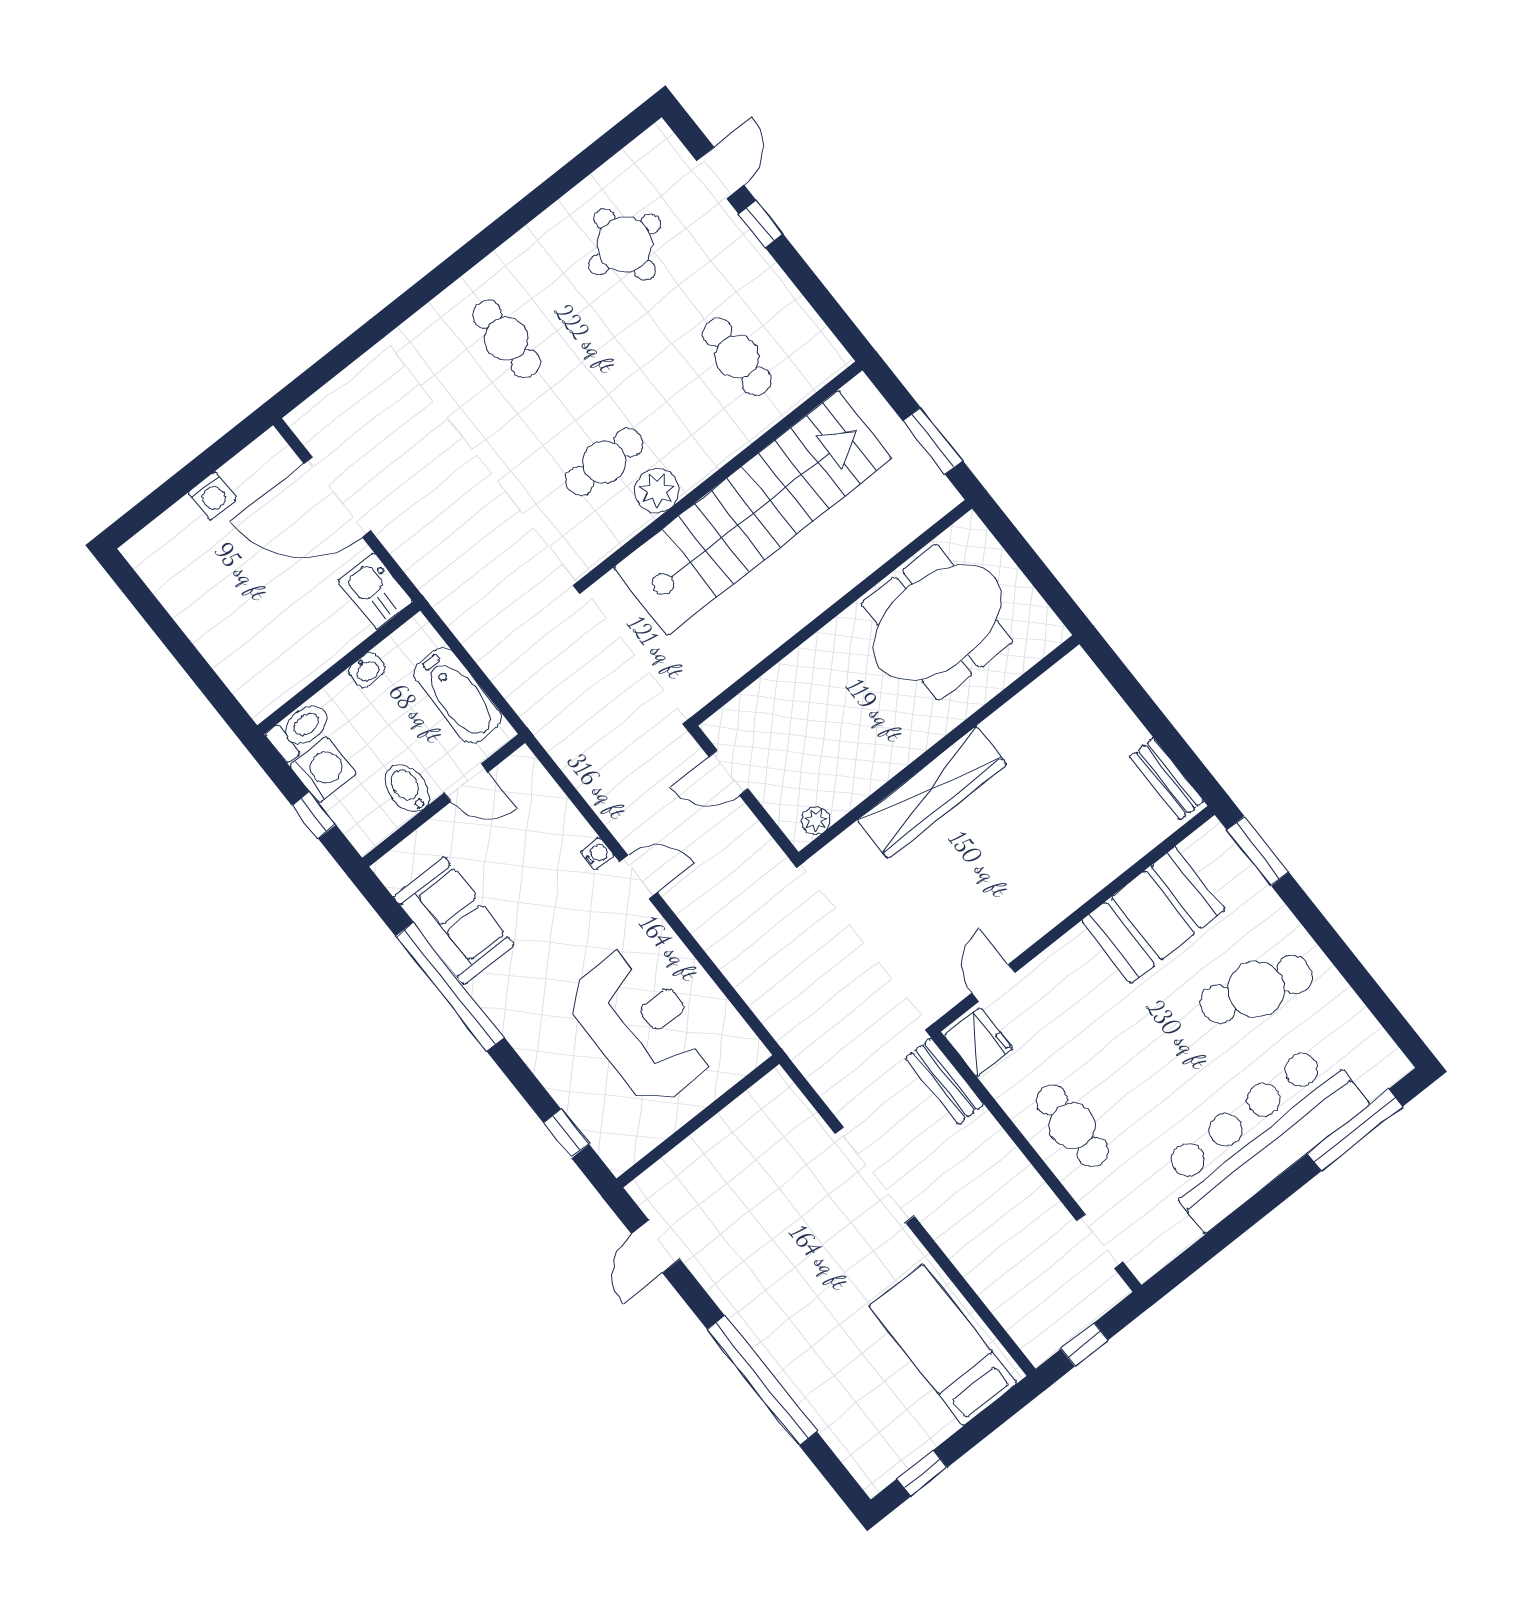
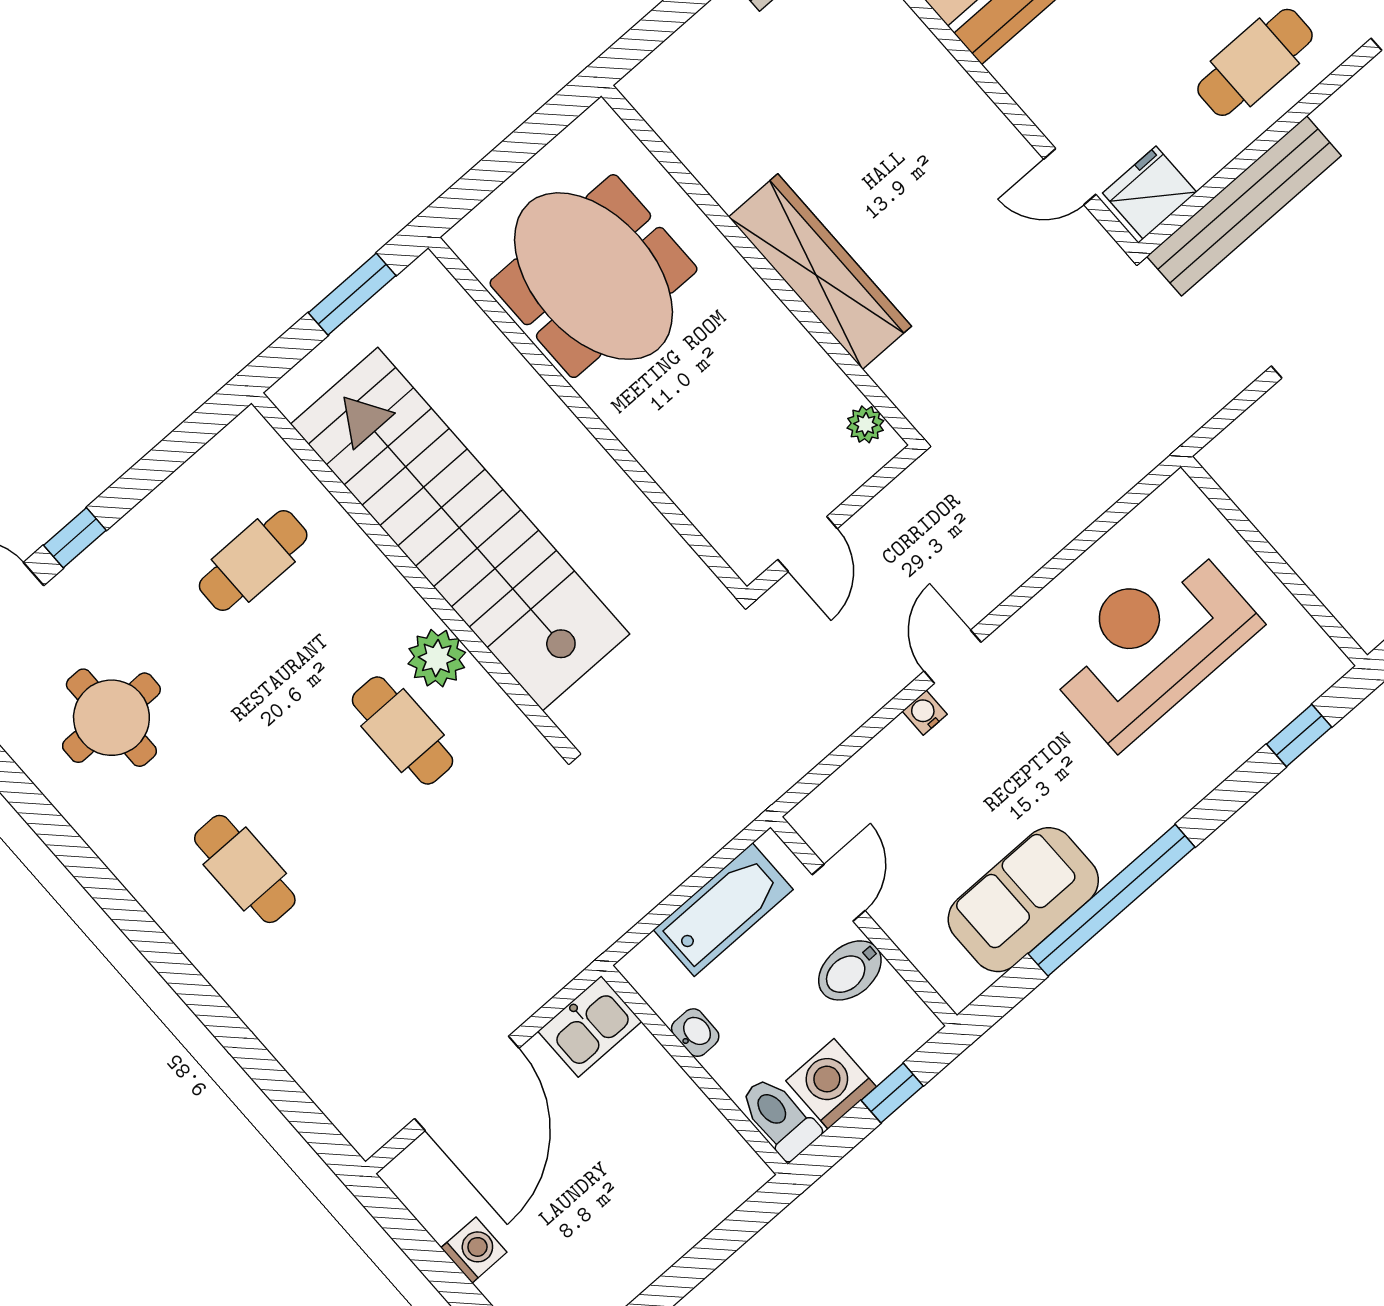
cafe table: (506, 339) -> (245, 869), turned 90
bench: (945, 1081) -> (1244, 206), width x1.86, depth x1.21

